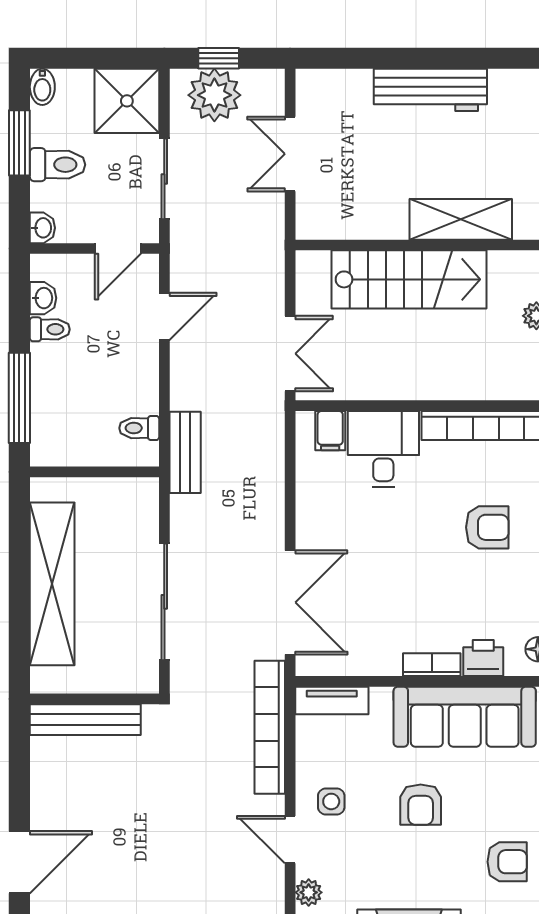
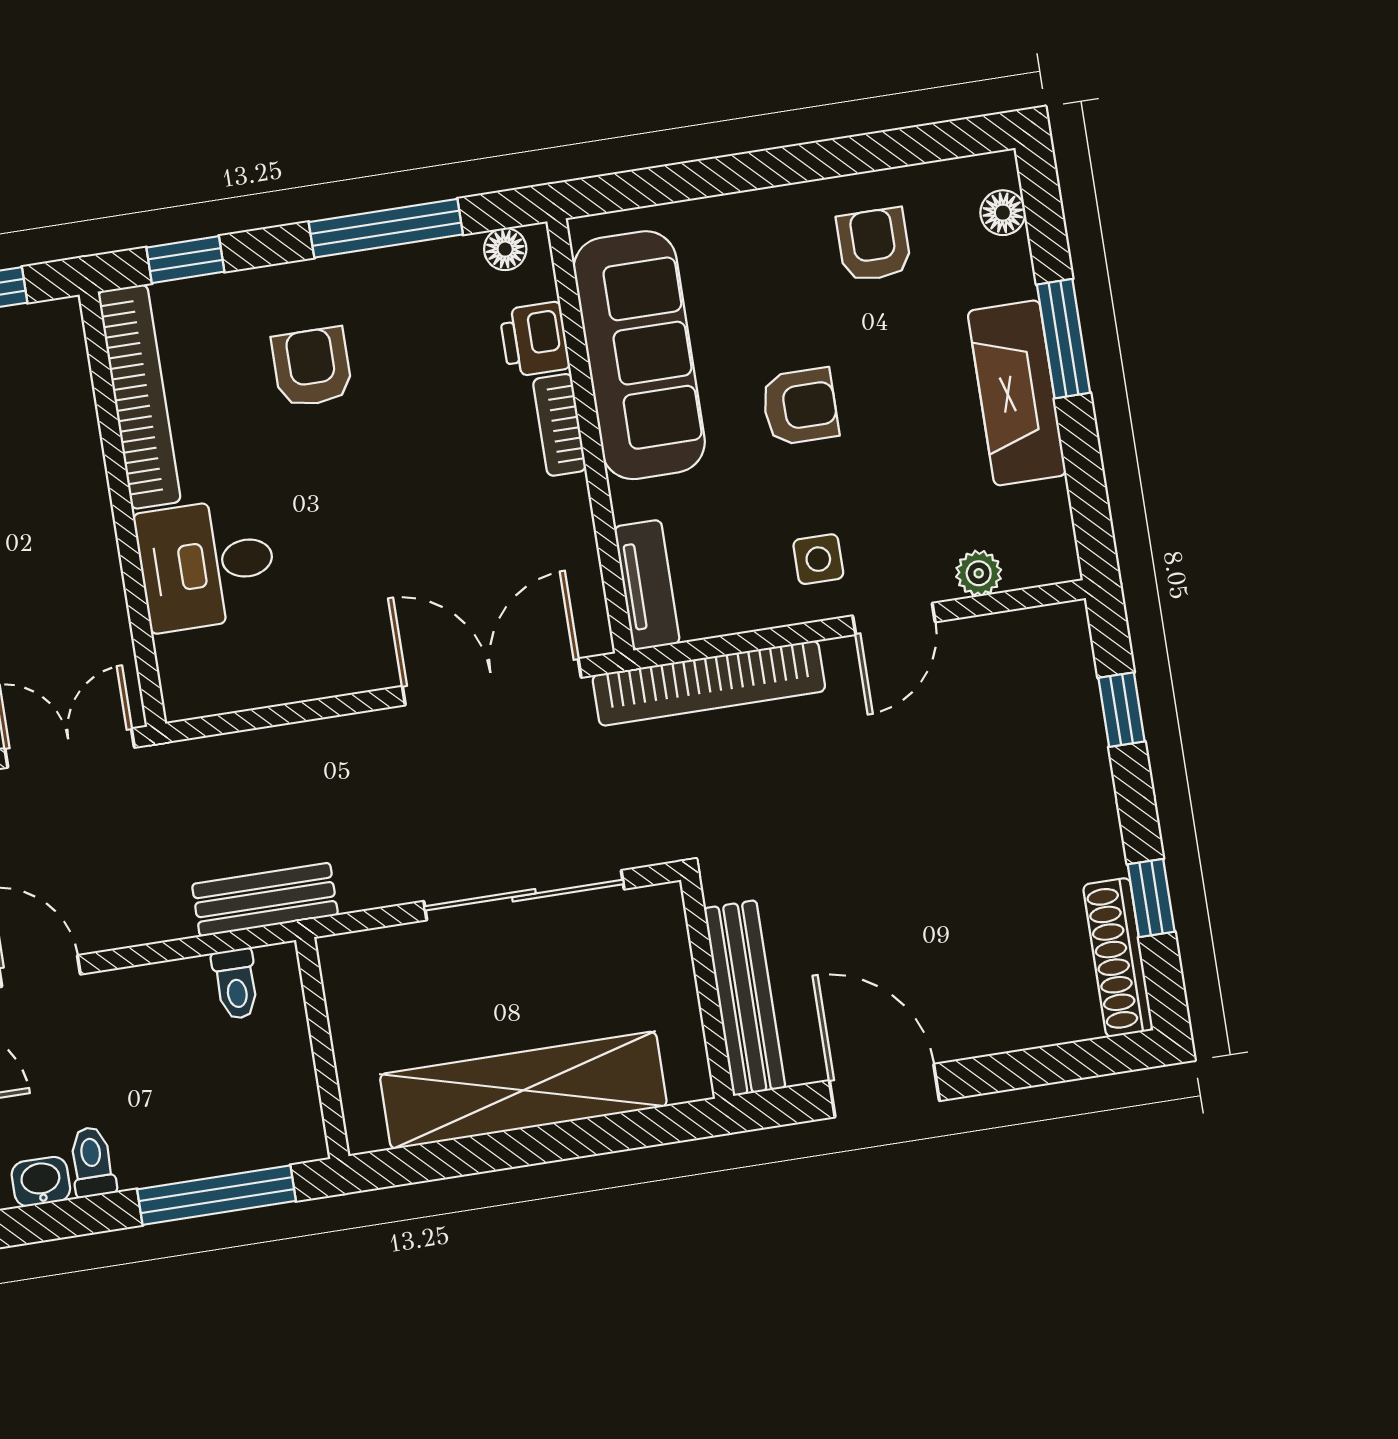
filing cabinet: (330, 431) -> (189, 659), removed
door: (19, 862) -> (884, 1091), moved

